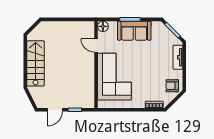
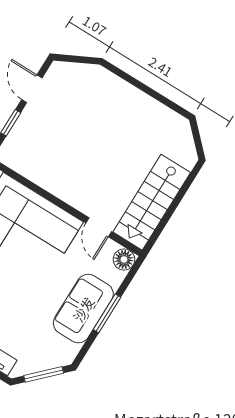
door: (96, 45) -> (99, 227), swing flipped
stairs: (36, 63) -> (152, 202), moved, turned 90

